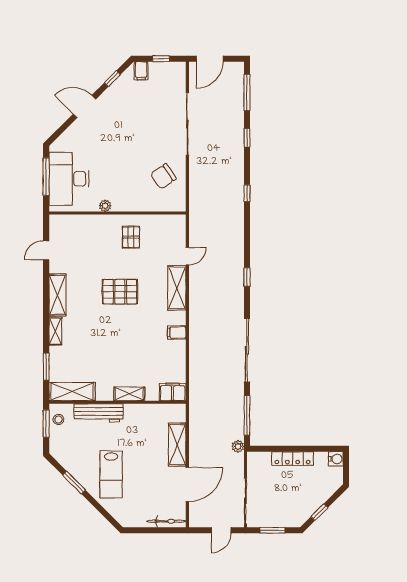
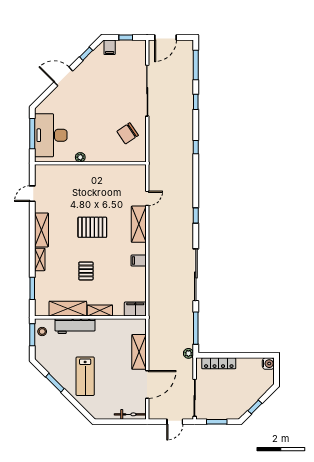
pallet: (131, 237) -> (86, 271), moved
shelving: (72, 392) -> (68, 309), moved
locker: (293, 459) -> (219, 363), moved

